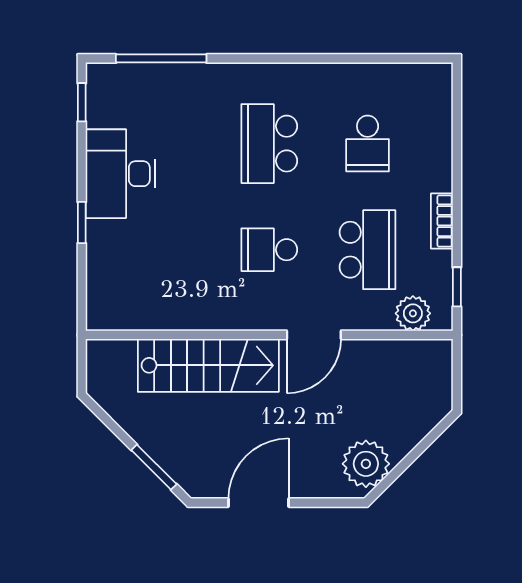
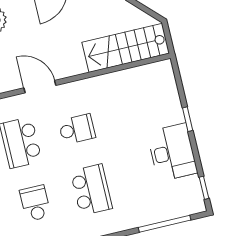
door: (314, 335) -> (40, 87), hinge flipped
stairs: (208, 365) -> (126, 48), moved

